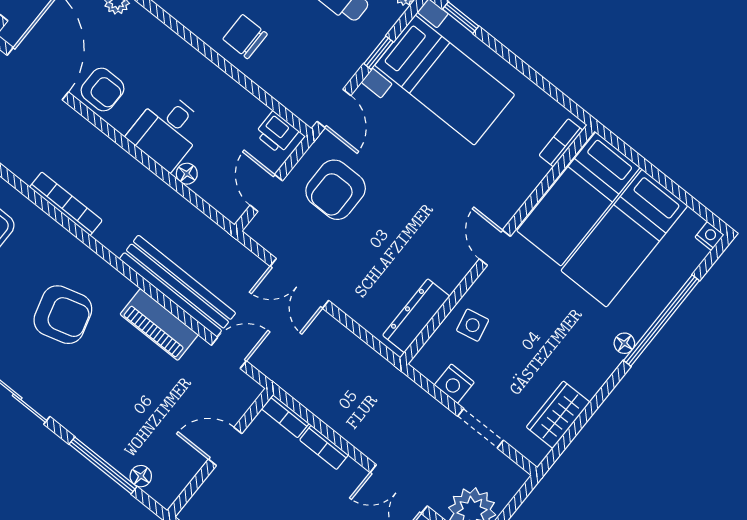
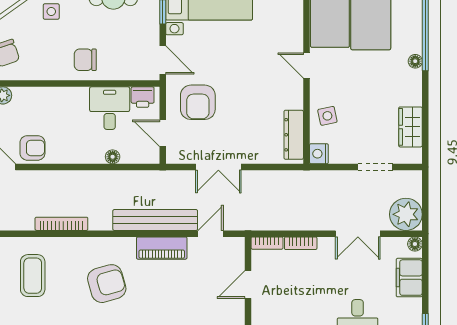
desk: (167, 131) -> (110, 108), moved, turned 180
nightstand: (454, 384) -> (319, 154), moved, turned 90

